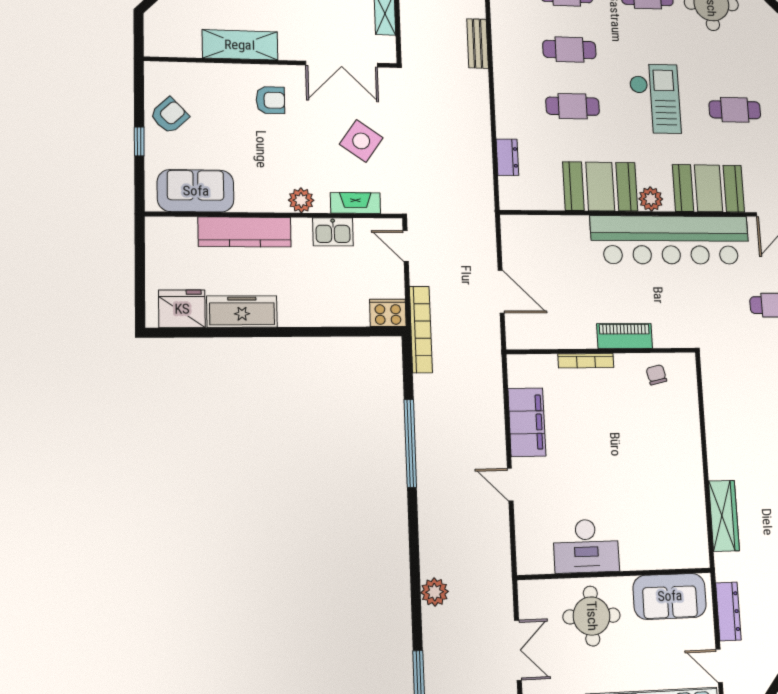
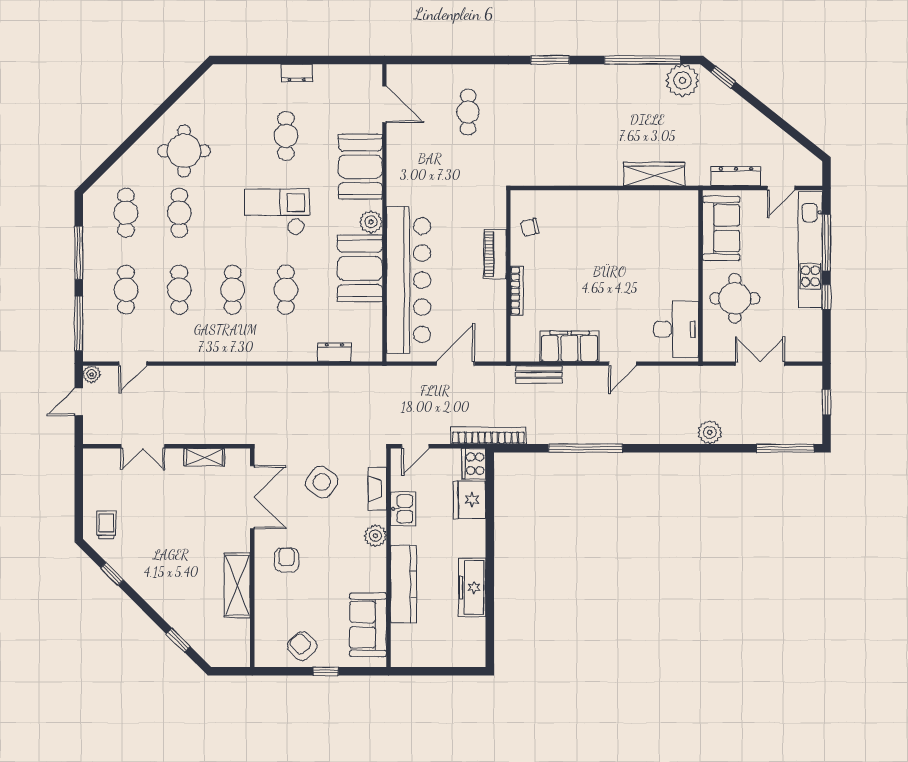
bench: (478, 43) -> (539, 374), moved
bar counter: (670, 240) -> (408, 280), moved
fridge: (182, 309) -> (470, 500), moved
desk: (586, 546) -> (676, 329), moved

